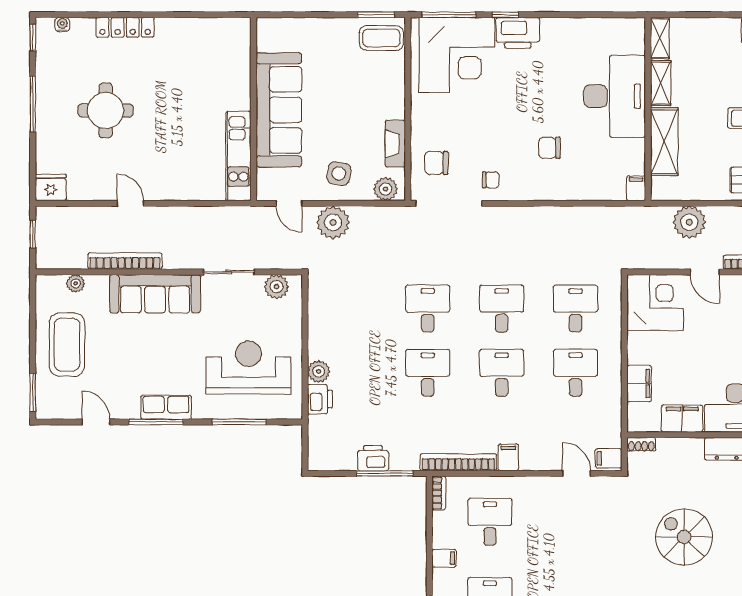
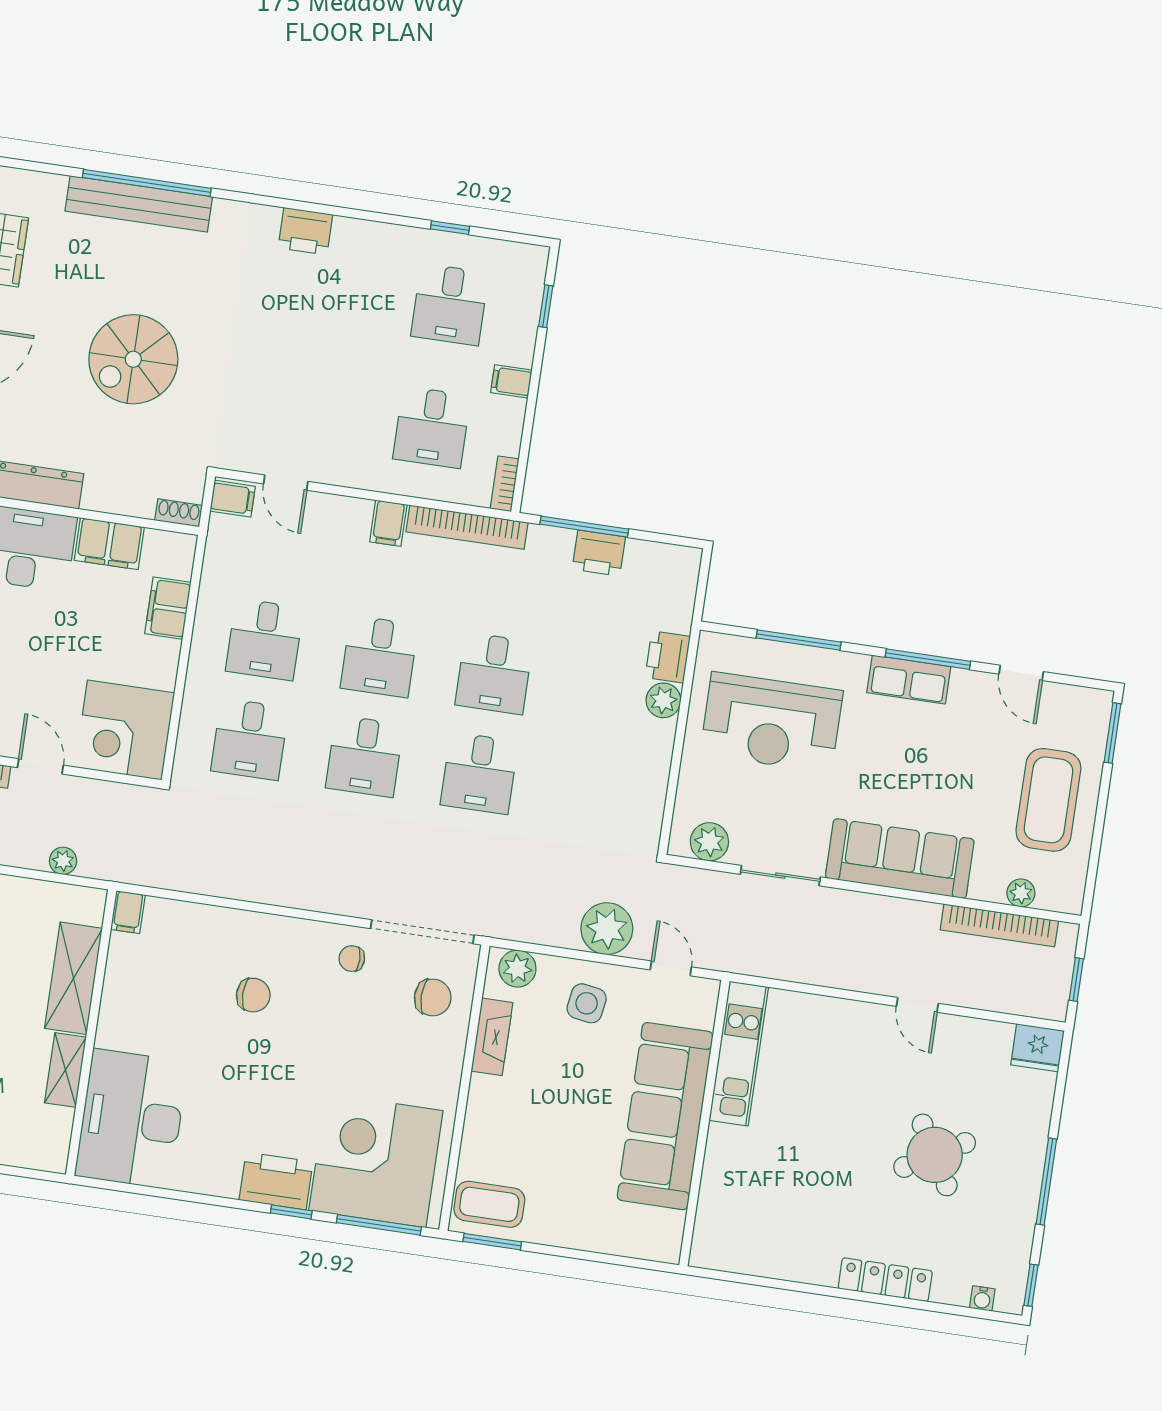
shelving: (660, 38) -> (56, 1140), removed
desk: (615, 96) -> (132, 1119), moved
round table: (106, 110) -> (935, 1155), turned -30
plant: (689, 222) -> (63, 861), width x0.53, depth x0.53
bookcase: (125, 261) -> (999, 925), moved
spiral stairs: (684, 537) -> (133, 359), turned 90

